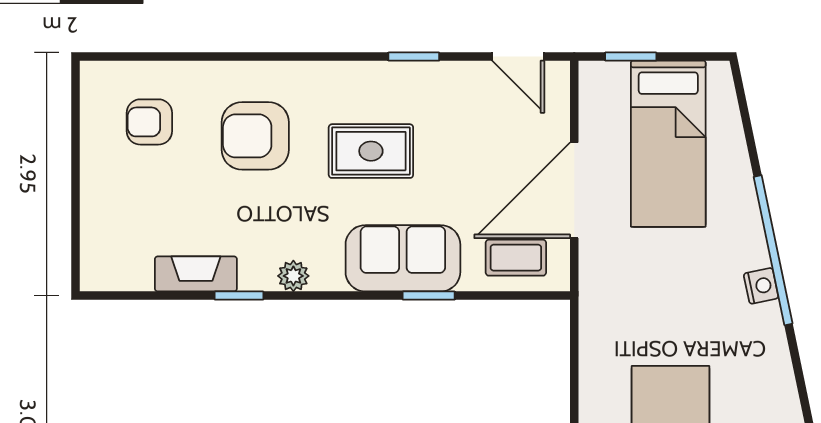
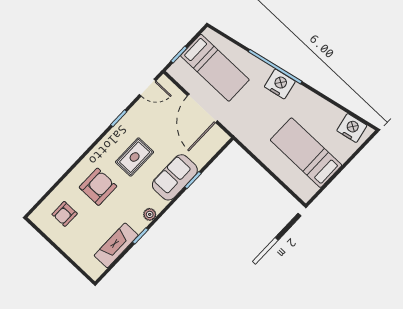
armchair: (255, 136) -> (98, 187), turned 180
coffee table: (516, 258) -> (206, 144), removed
fireplace: (196, 274) -> (116, 245), width x1.37, depth x1.32
nightstand: (761, 286) -> (280, 84), width x1.89, depth x1.79

